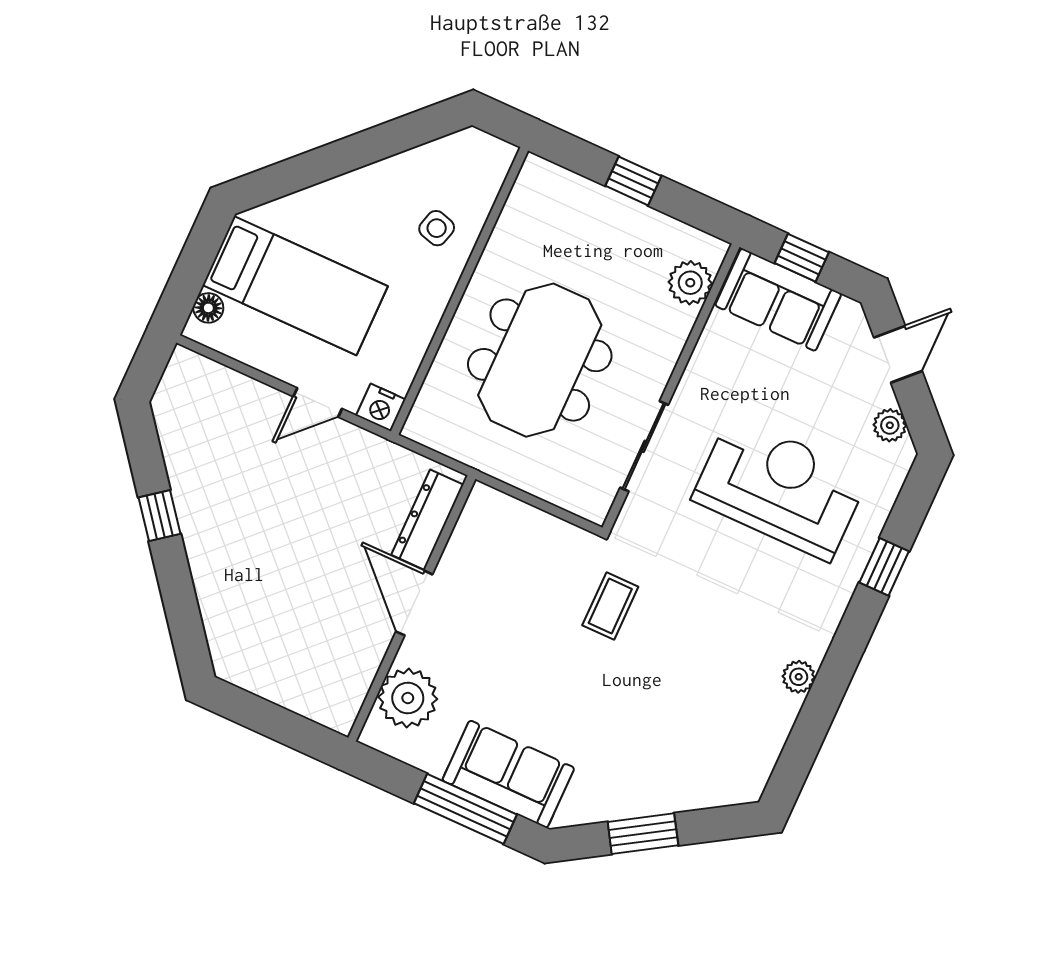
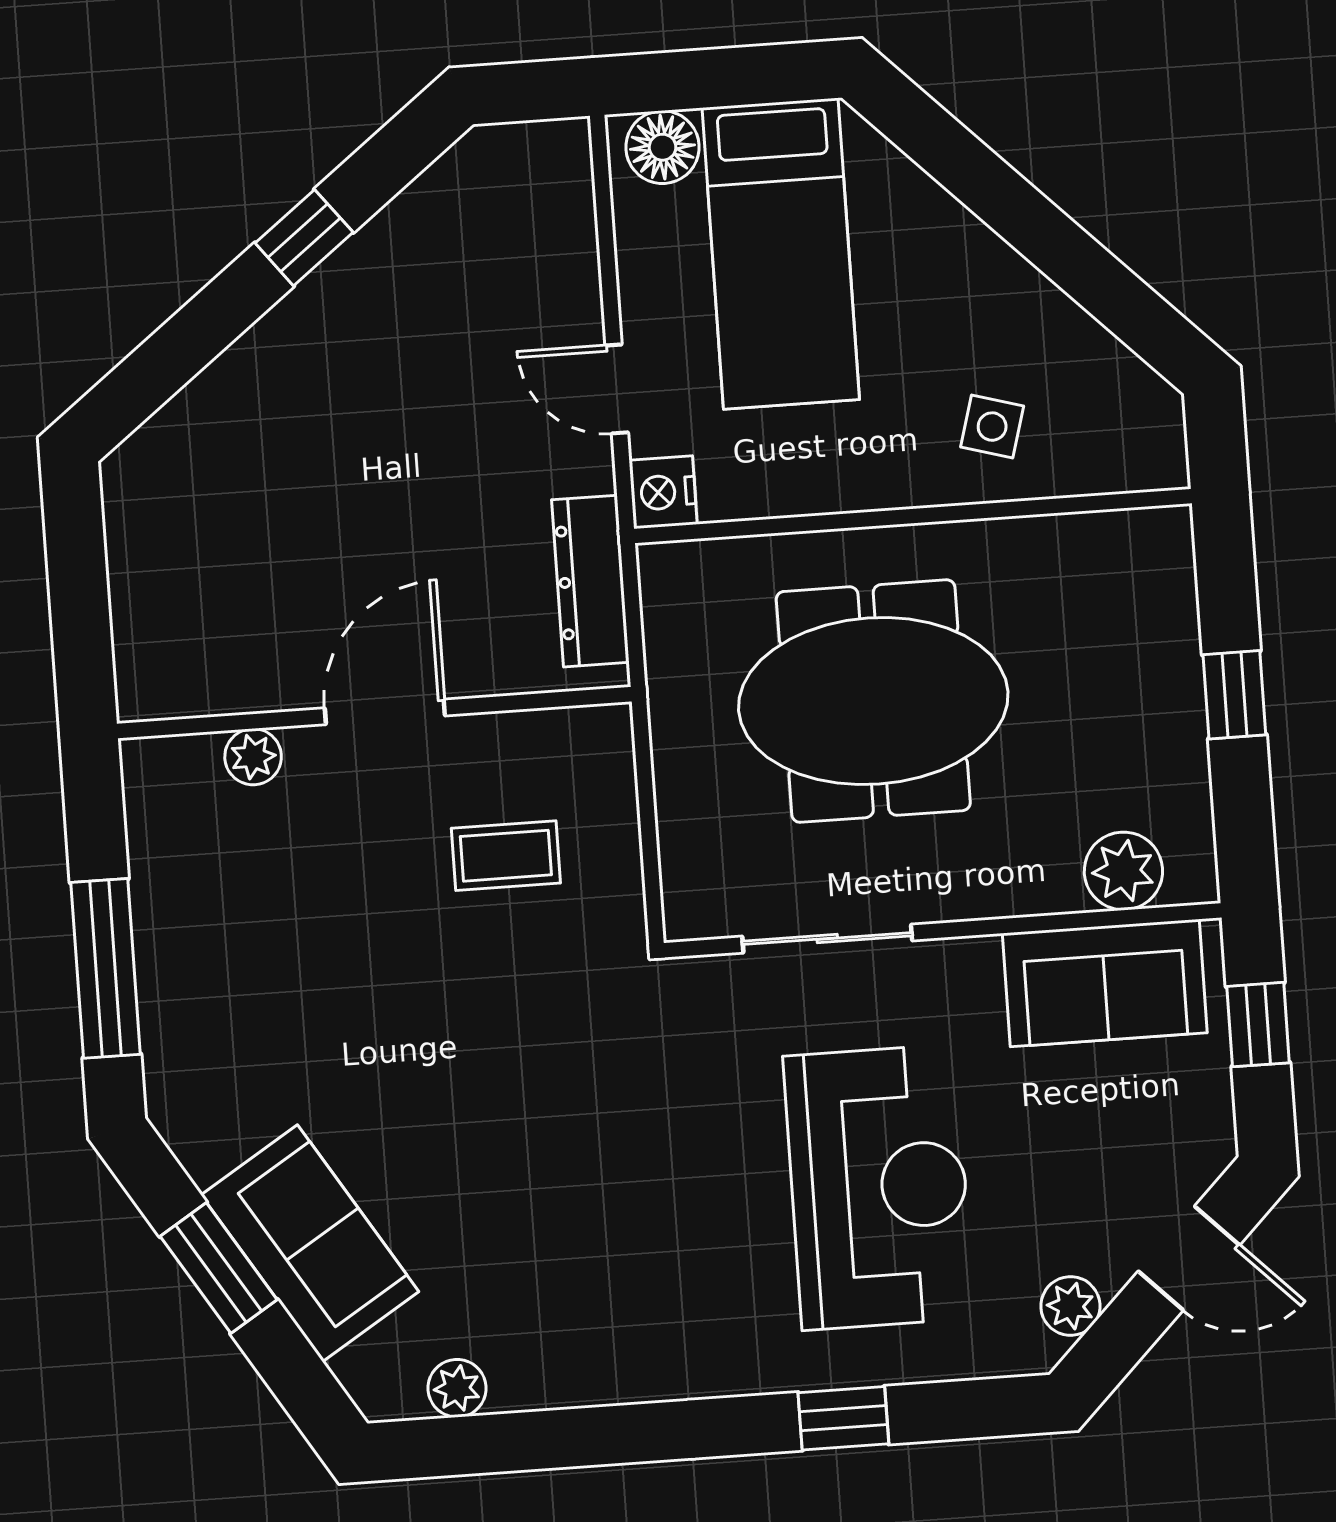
sofa: (778, 300) -> (1105, 983), moved, turned -90
floor lamp: (208, 308) -> (663, 147), width x1.37, depth x1.37
dresser: (427, 520) -> (590, 581), moved, turned -90
coffee table: (610, 606) -> (506, 856), moved
plant: (799, 677) -> (457, 1388), moved
plant: (408, 698) -> (253, 757), width x0.53, depth x0.53
sofa: (508, 774) -> (310, 1243), moved, turned -32

